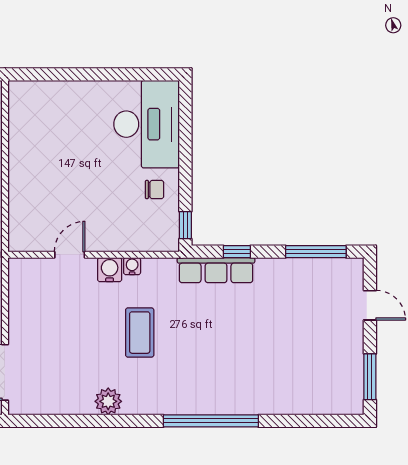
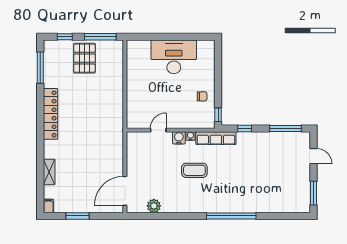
desk: (147, 124) -> (174, 57), moved, turned -90
row of seats: (216, 270) -> (216, 138), moved
coffee table: (140, 333) -> (194, 170), turned 90
plant: (108, 401) -> (154, 206), moved

